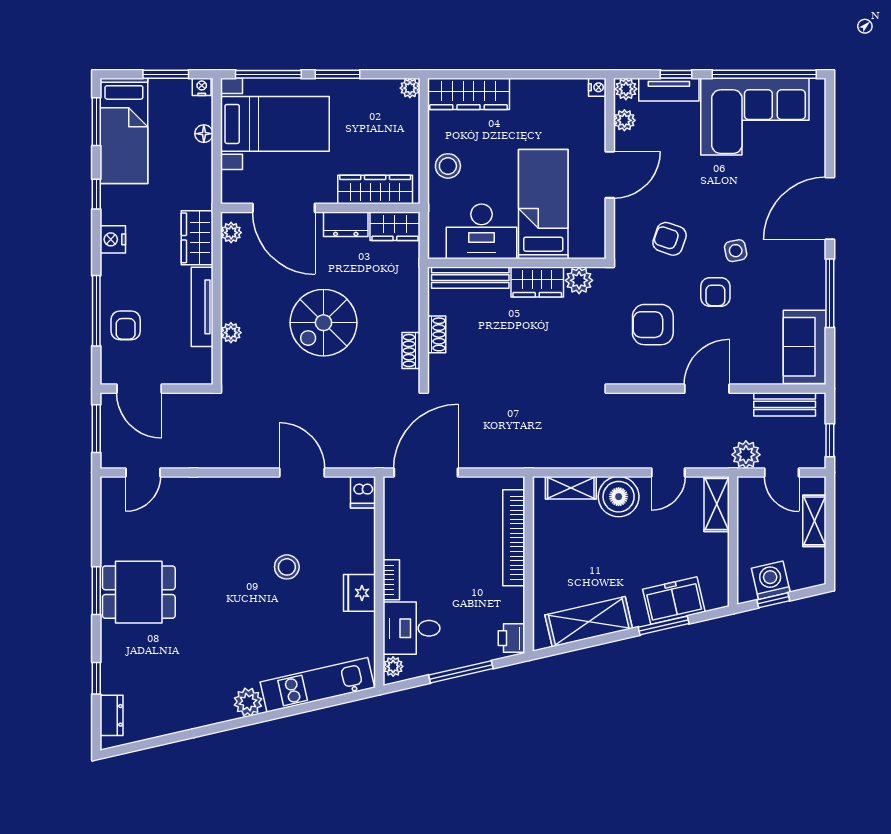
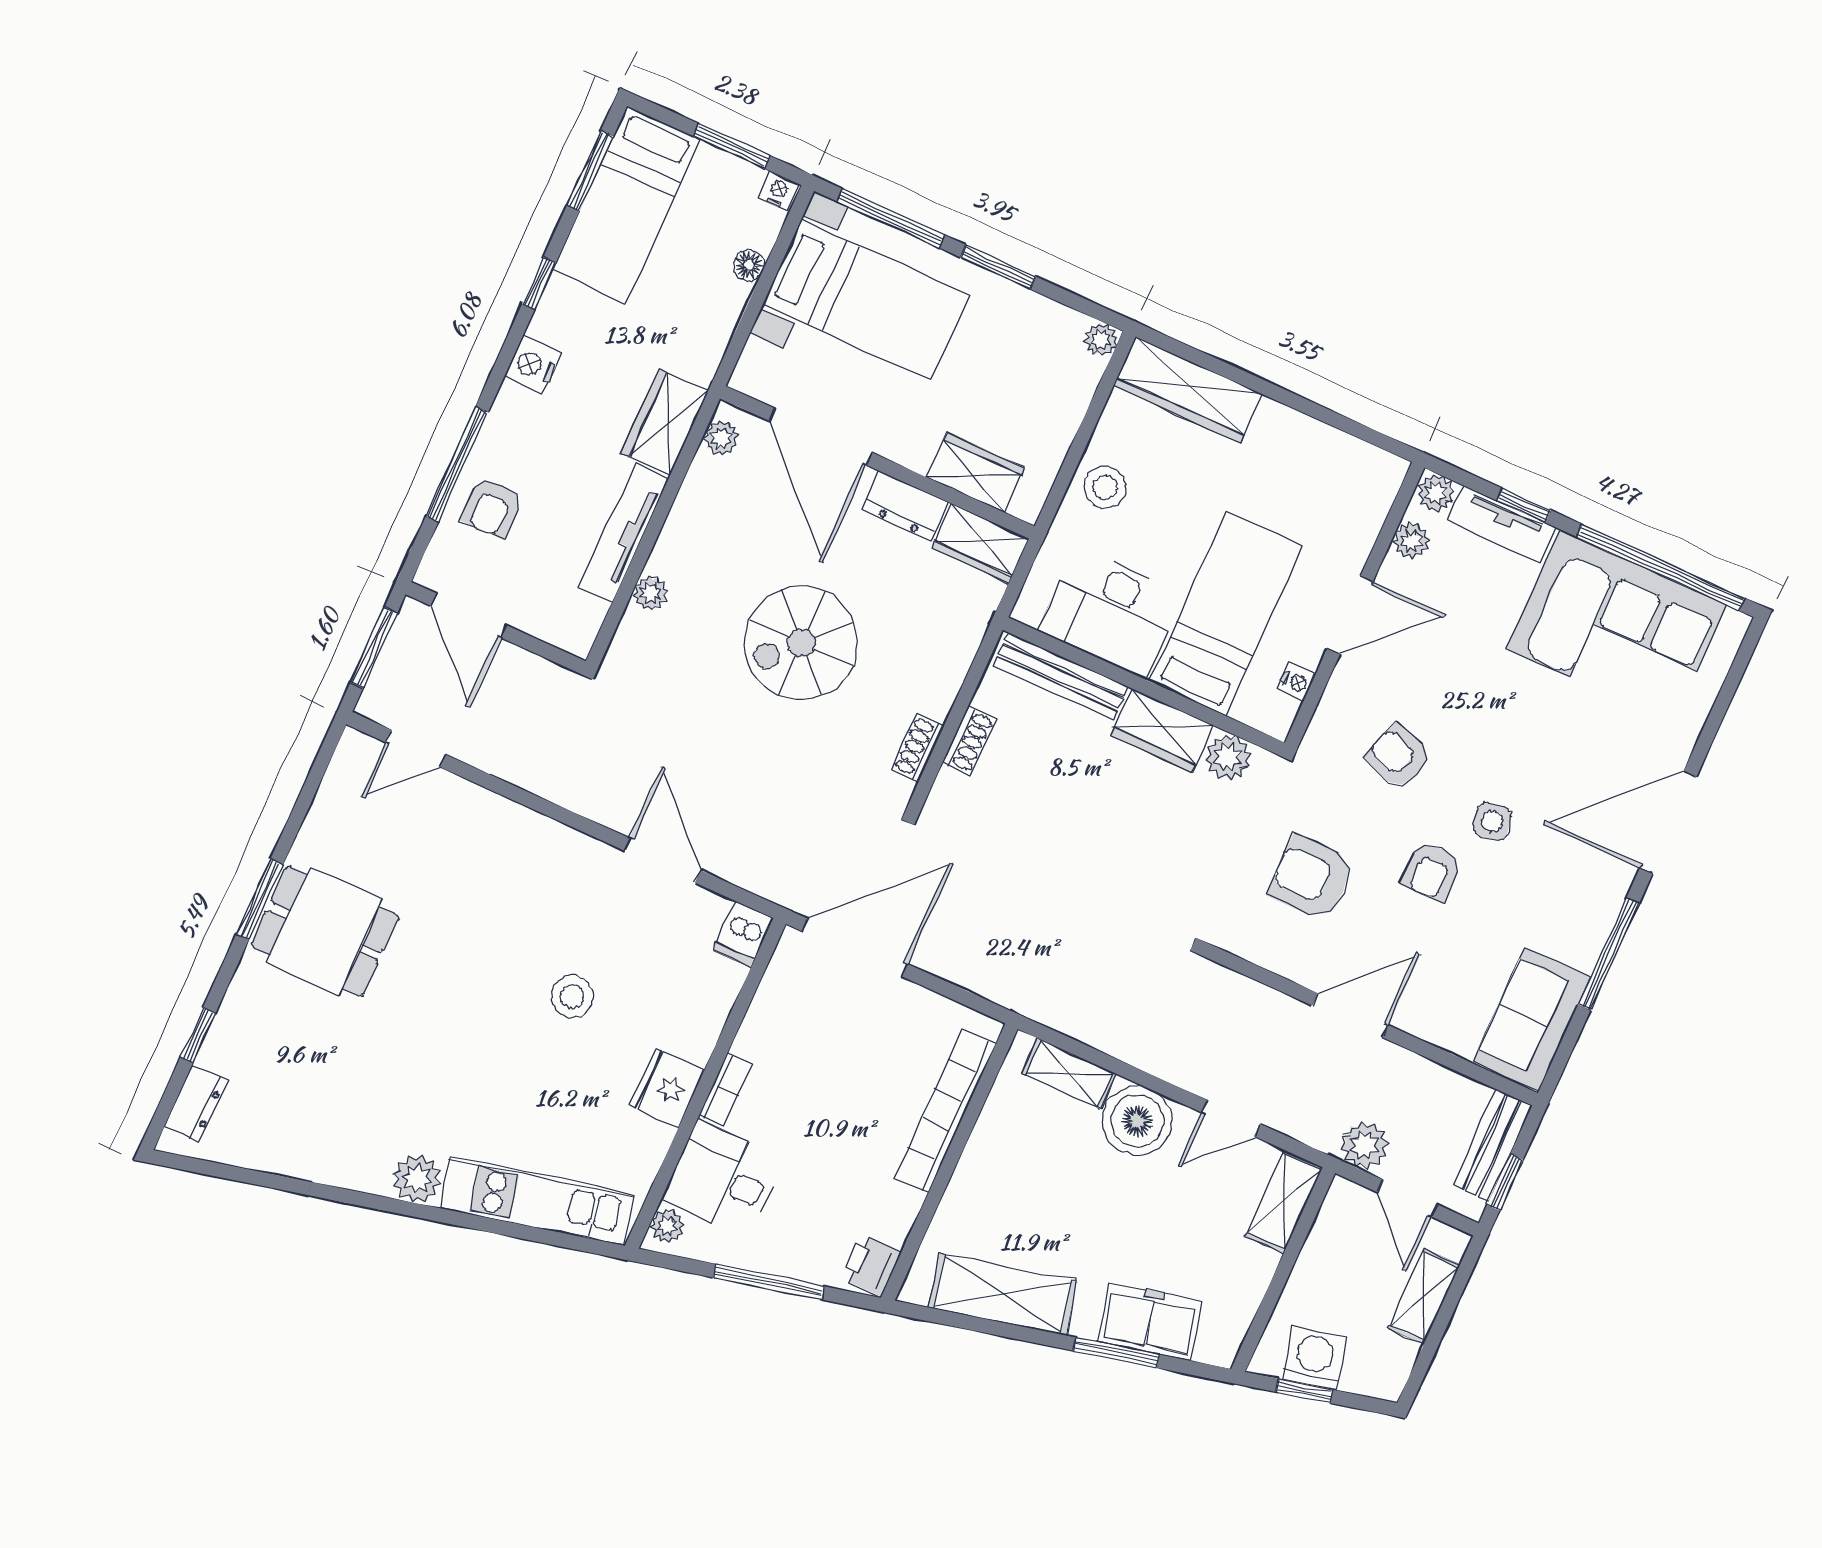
nightstand: (597, 87) -> (1296, 682), moved
wardrobe: (375, 189) -> (975, 472), width x0.67
bench: (785, 404) -> (1492, 1145), moved, turned 90

